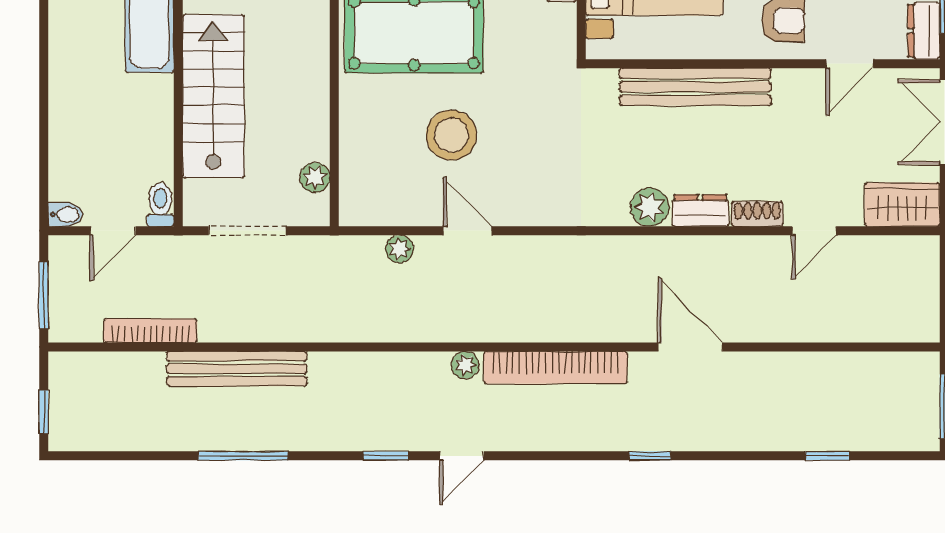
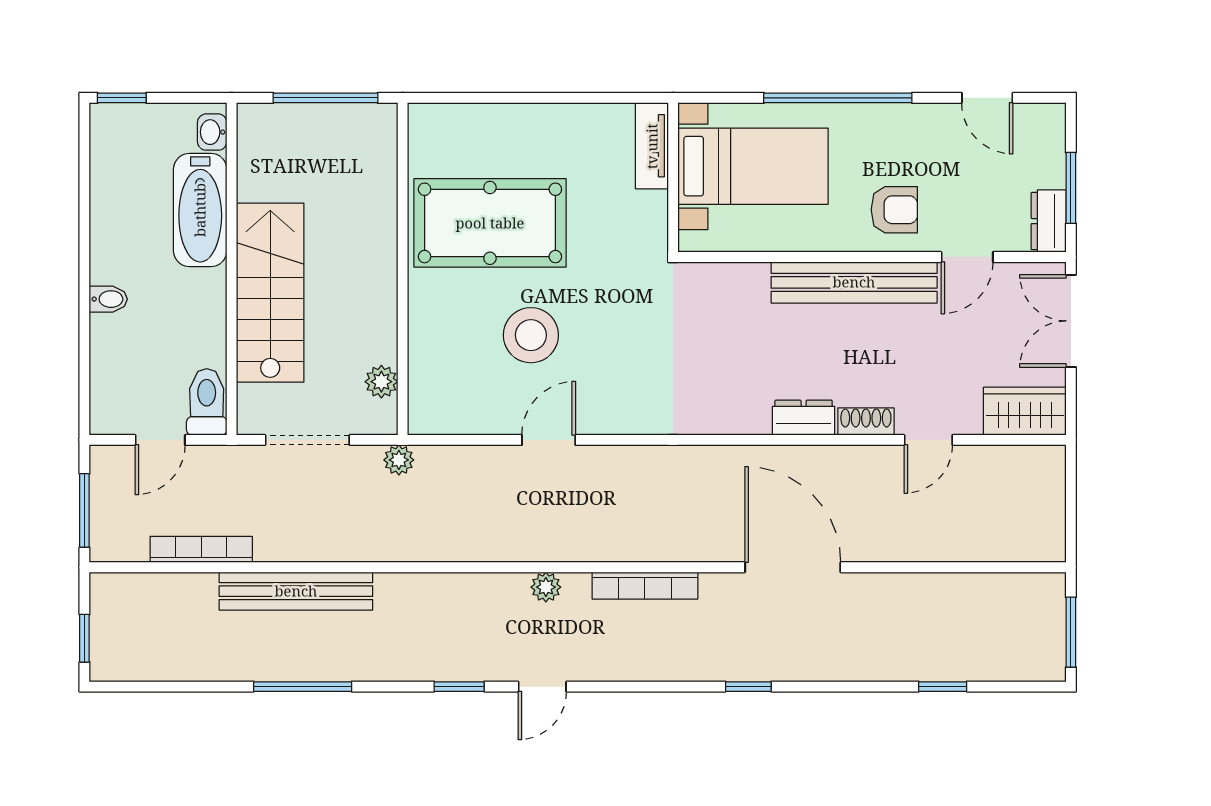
bench: (695, 87) -> (854, 282), moved
toilet: (160, 204) -> (207, 402), width x1.37, depth x1.39
plant: (650, 207) -> (748, 414), removed
bidet: (66, 215) -> (108, 299), moved
door: (468, 231) -> (549, 440), hinge flipped
plant: (399, 249) -> (399, 460), moved
door: (690, 347) -> (793, 567), width x1.36
bookcase: (556, 368) -> (645, 586), width x0.68, depth x0.76

